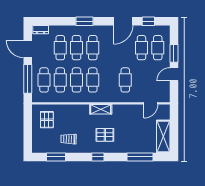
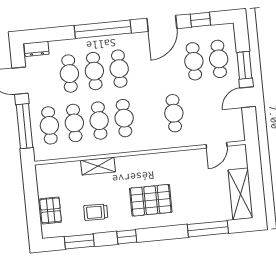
window: (85, 21) -> (103, 29), width x2.11
shelving: (101, 109) -> (98, 166), moved
pallet: (47, 120) -> (51, 210), moved
pallet: (105, 135) -> (151, 200), width x1.50, depth x1.42
window: (98, 157) -> (127, 237), moved

